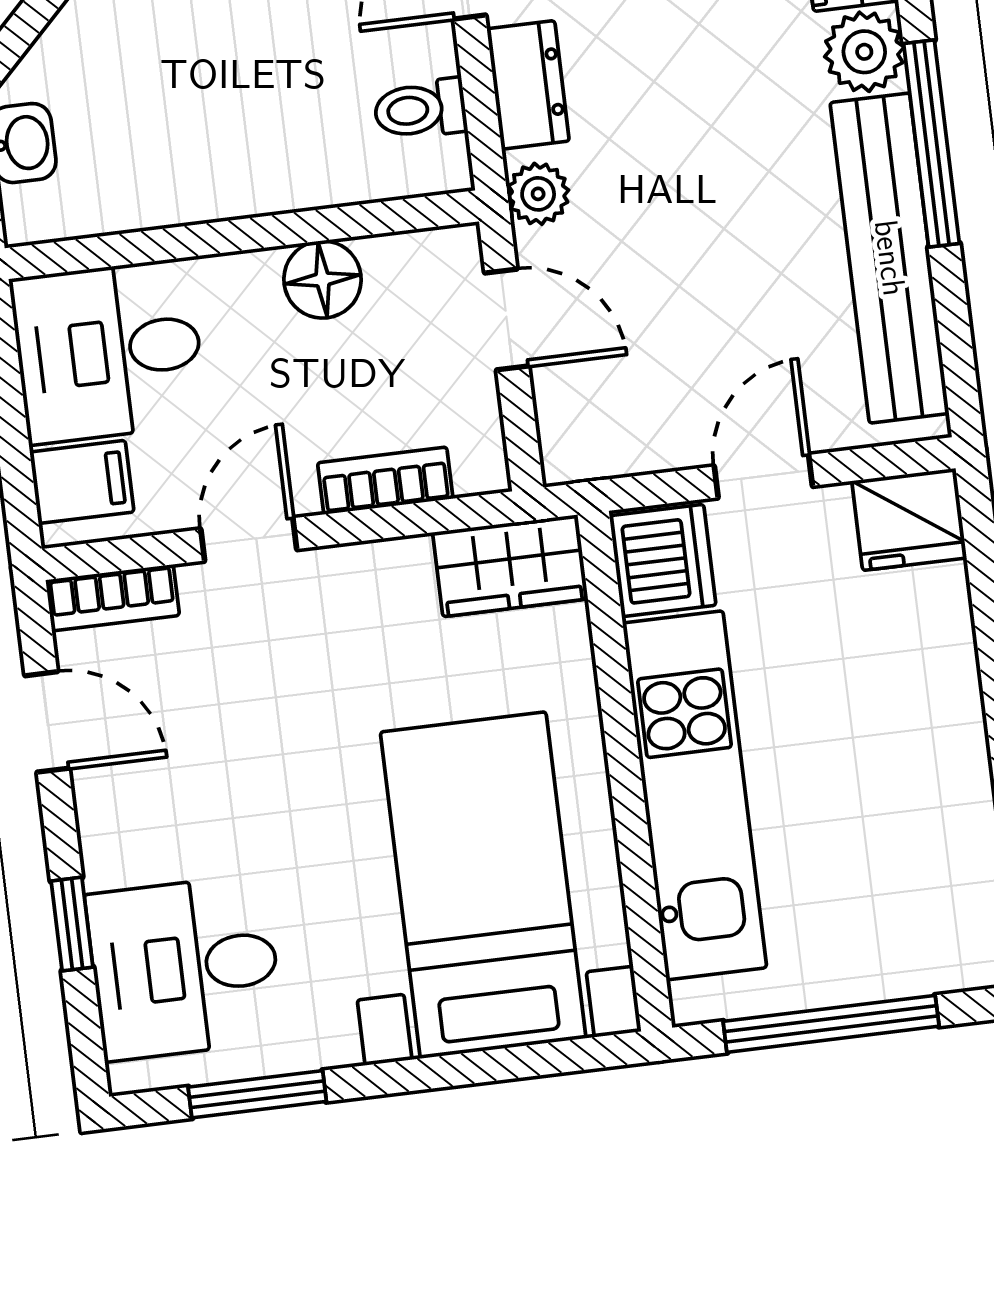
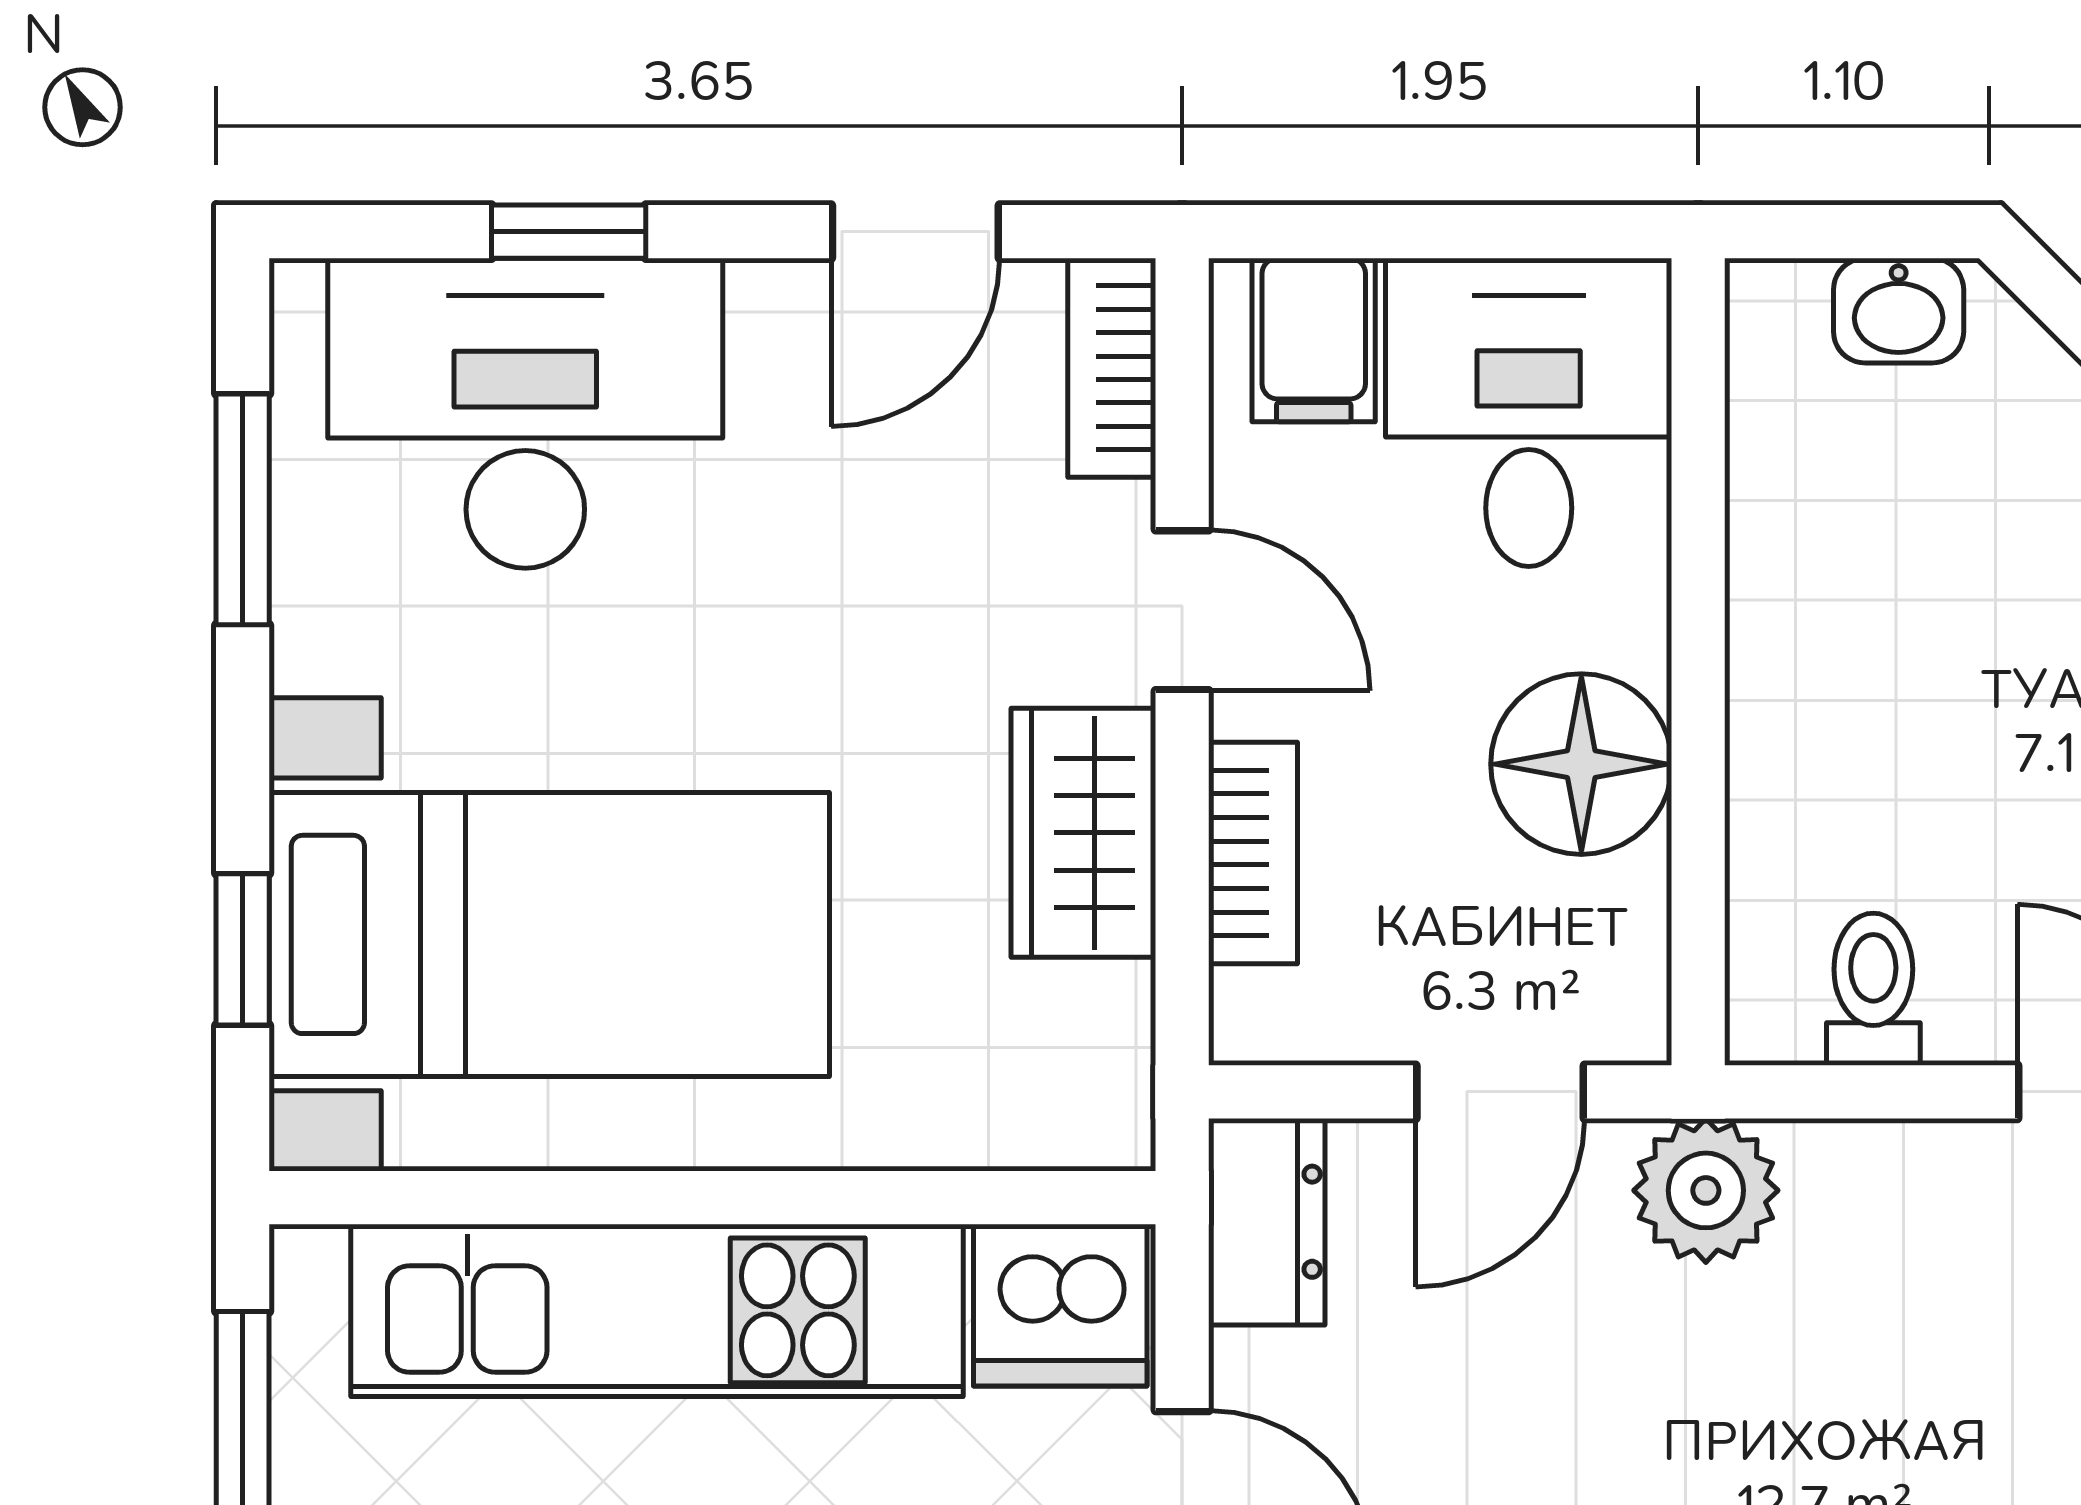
dresser: (528, 85) -> (1267, 1222), moved, turned -90
plant: (538, 194) -> (1706, 1190), width x1.38, depth x1.38
floor lamp: (323, 279) -> (1581, 764), width x1.38, depth x1.38
wardrobe: (510, 566) -> (1083, 833), moved
desk: (185, 968) -> (525, 413), width x1.37
window: (514, 1063) -> (243, 949), added

